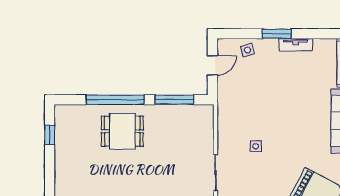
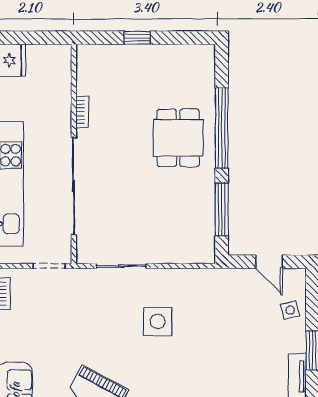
window: (50, 135) -> (137, 38), moved
side table: (256, 146) -> (158, 321), width x1.87, depth x1.87

